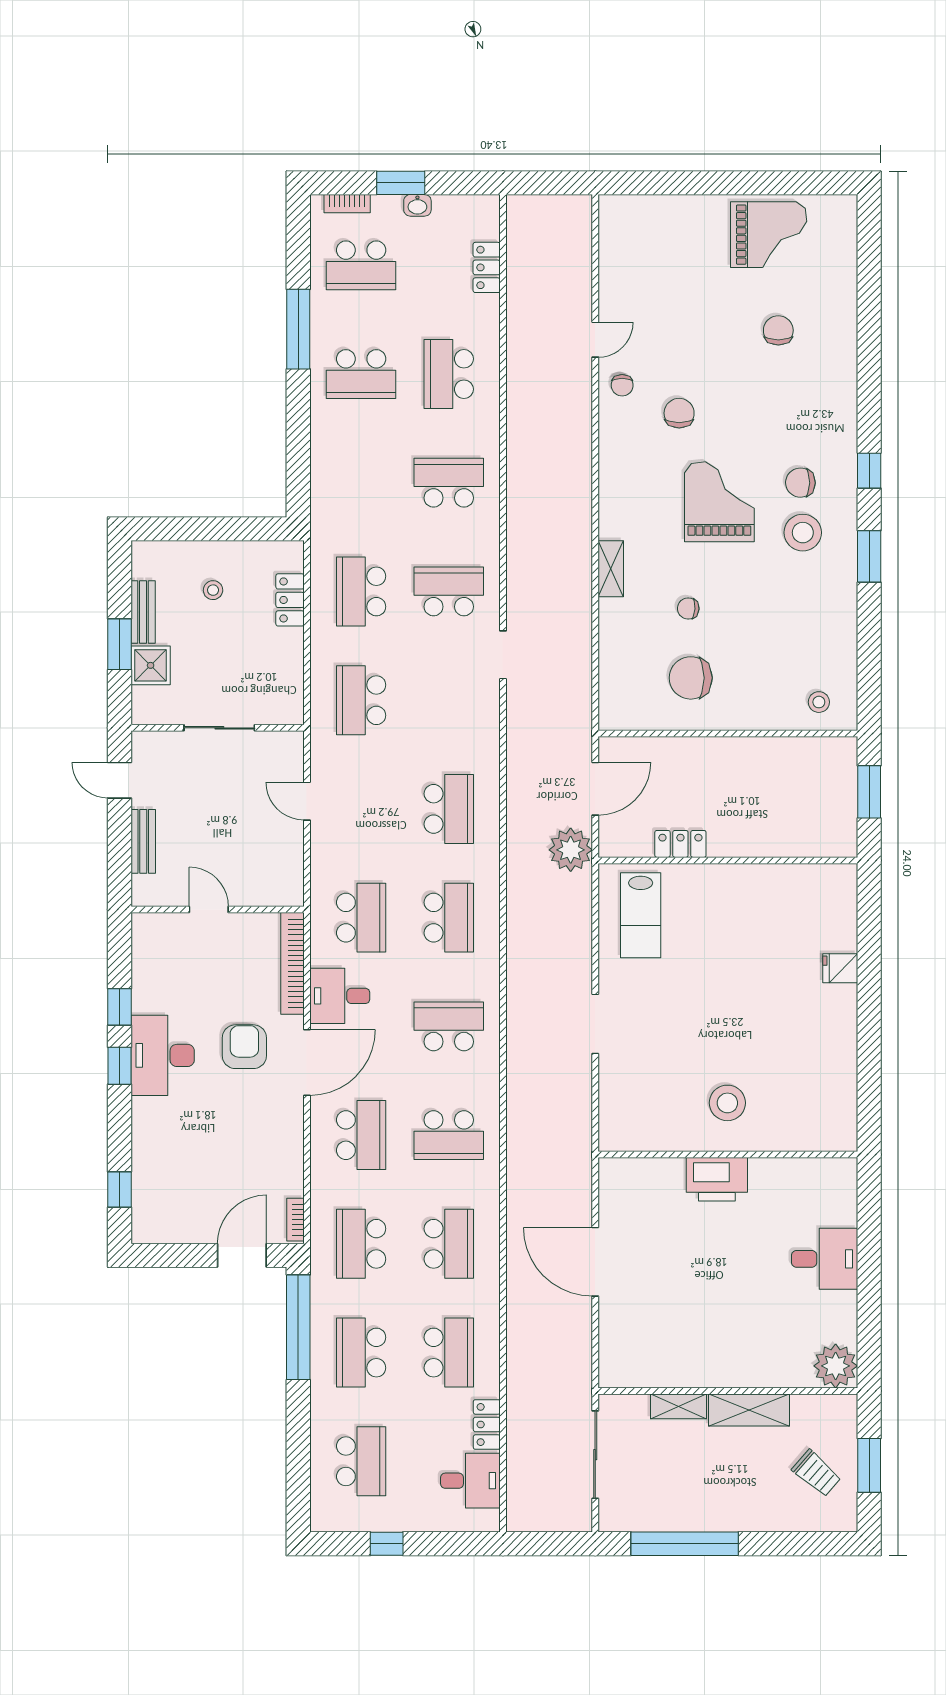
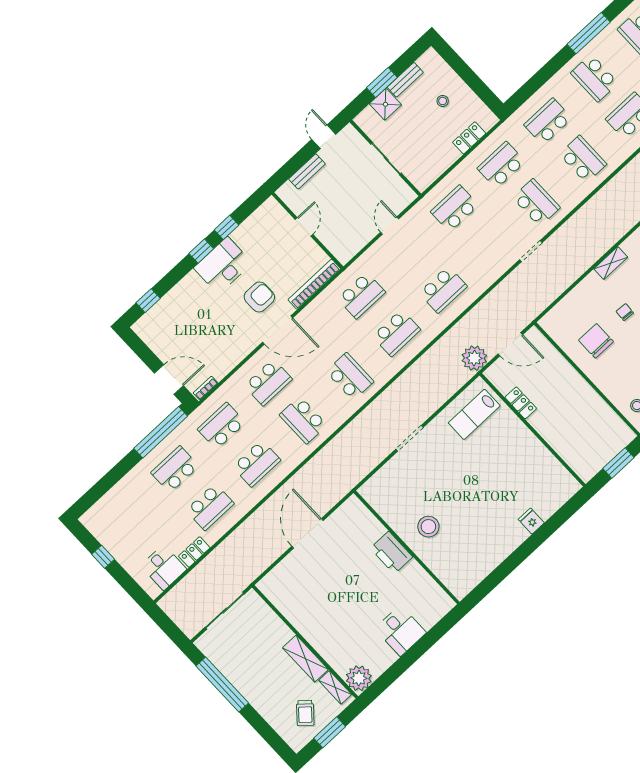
desk: (340, 996) -> (319, 318), removed
shelving: (678, 1406) -> (335, 687), moved
school desk: (361, 1461) -> (548, 122), moved, turned 180

